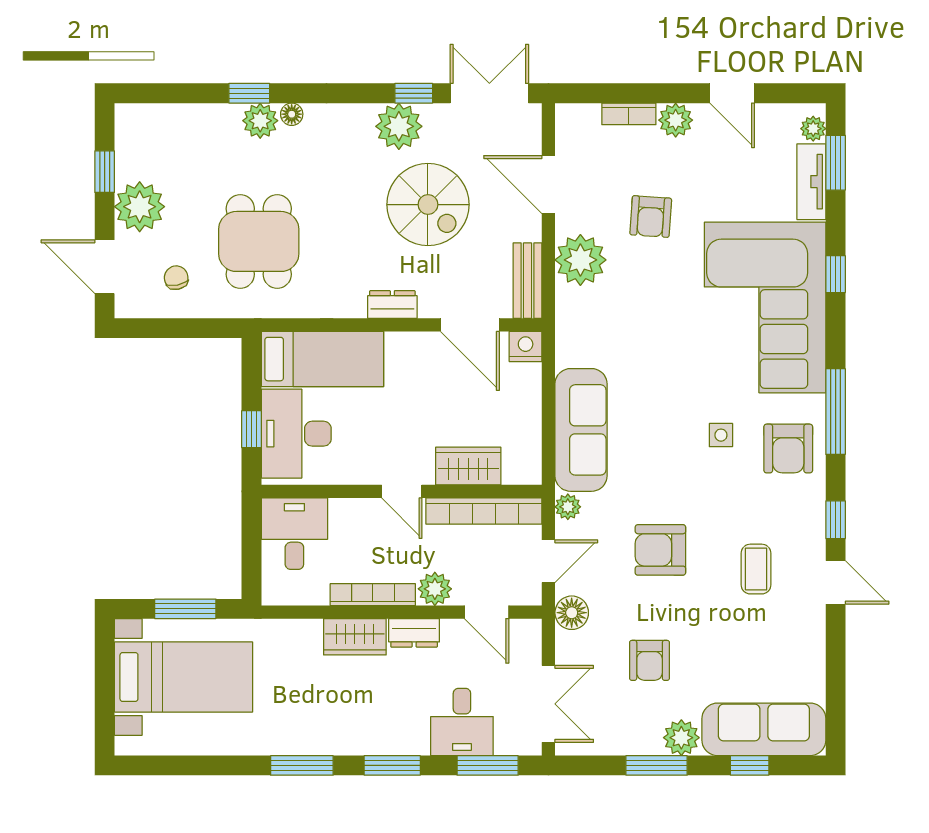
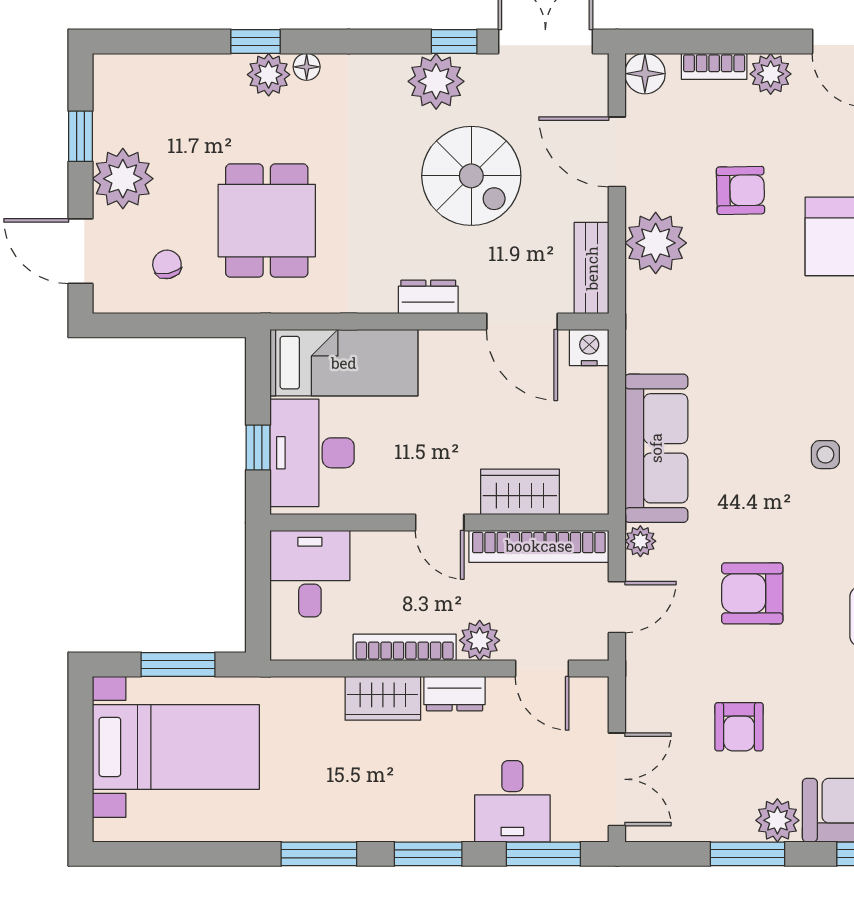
armchair: (651, 217) -> (740, 190), turned -95
floor lamp: (572, 613) -> (645, 74), moved

